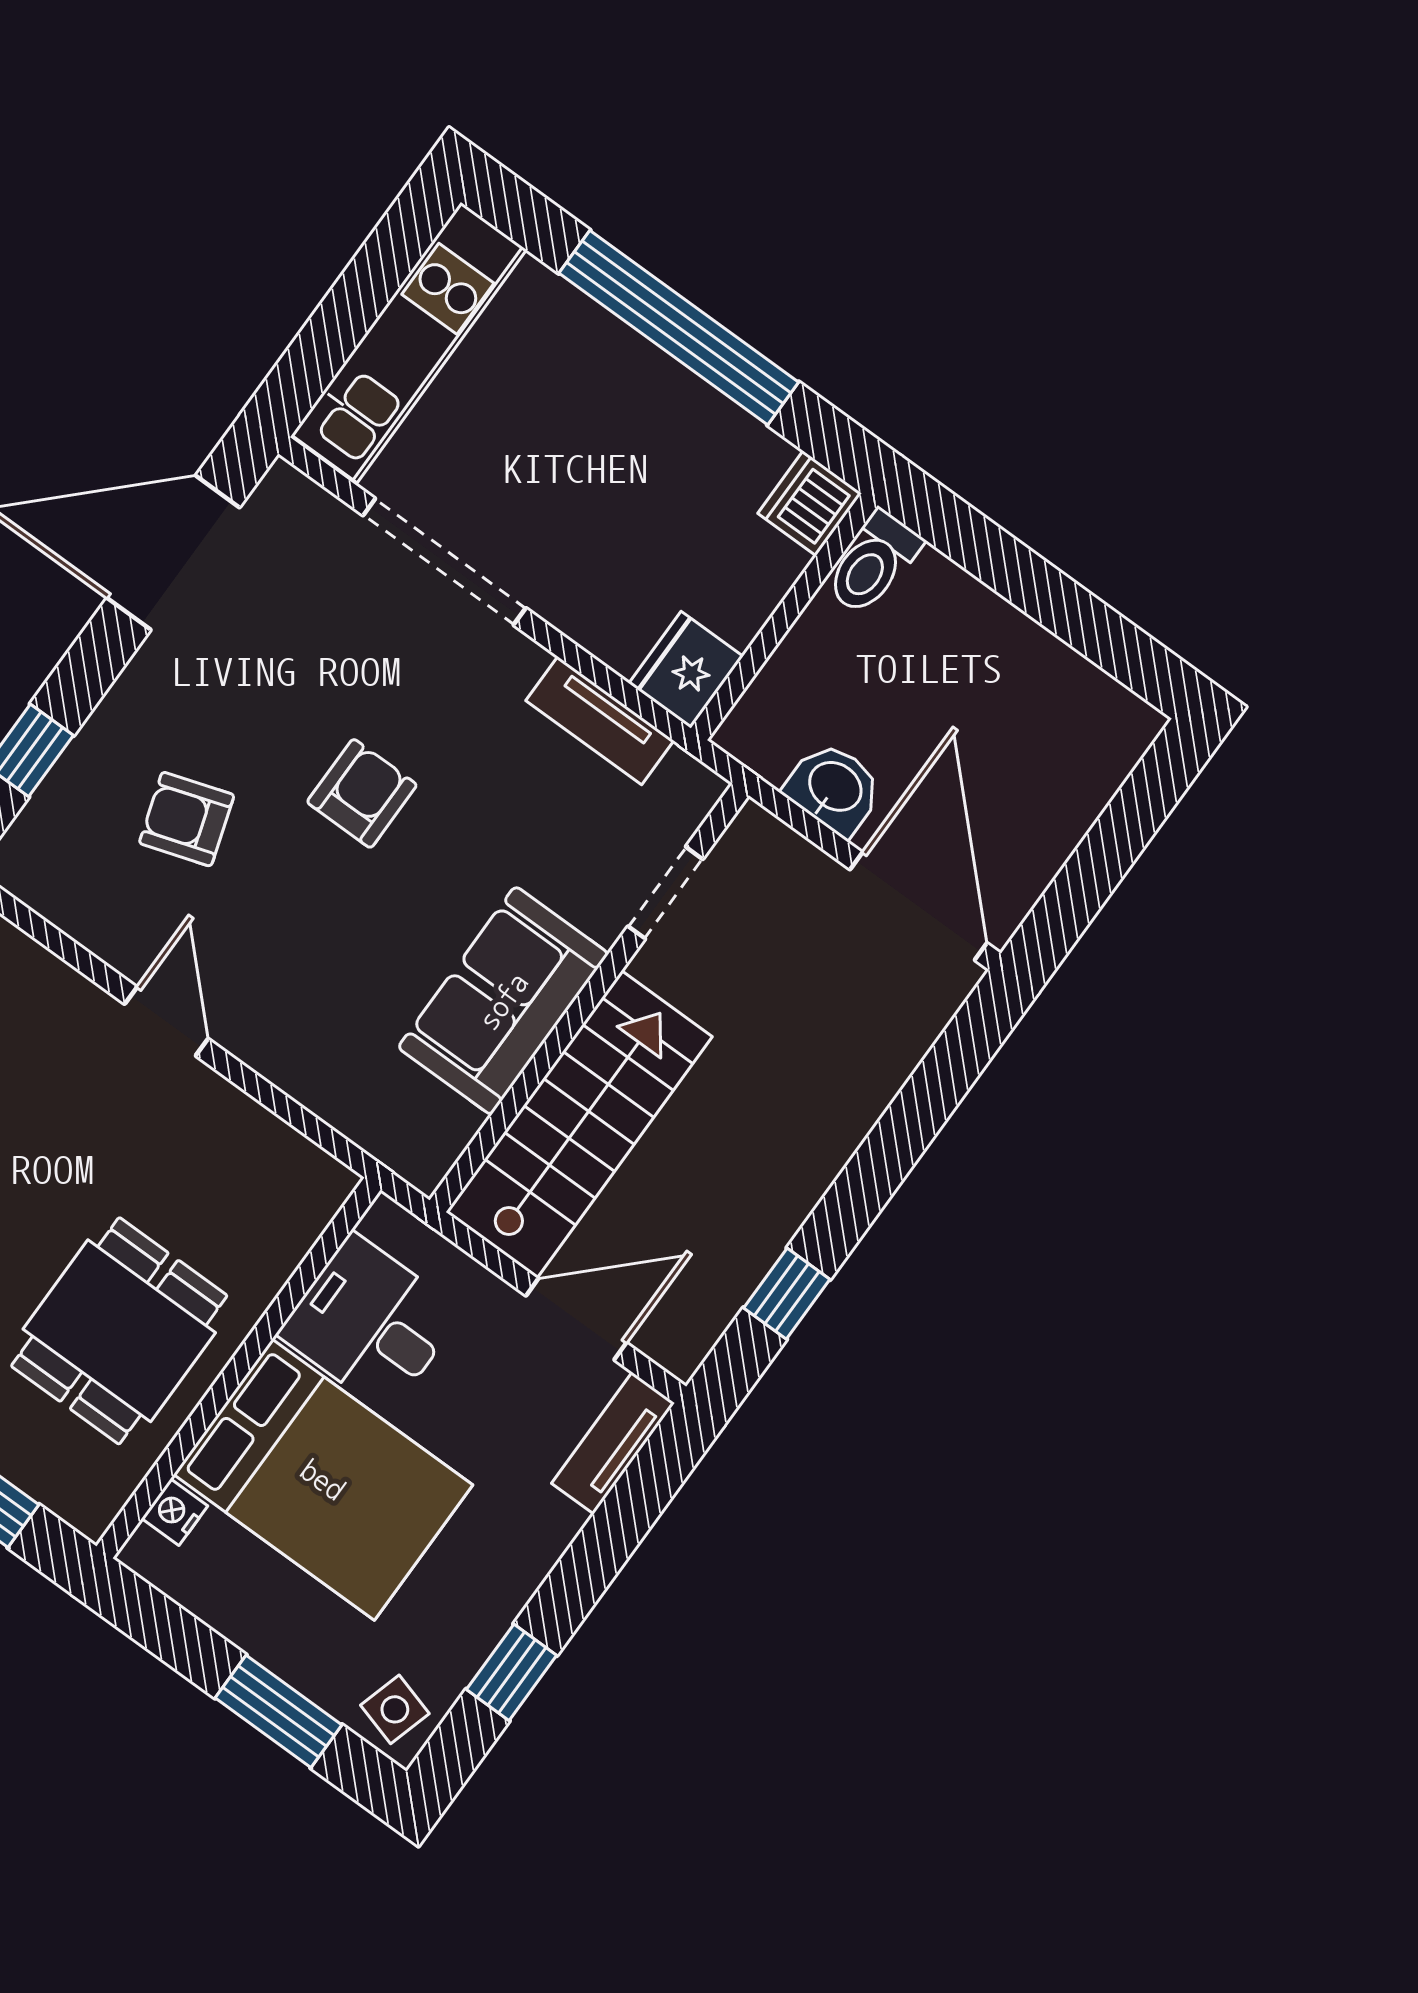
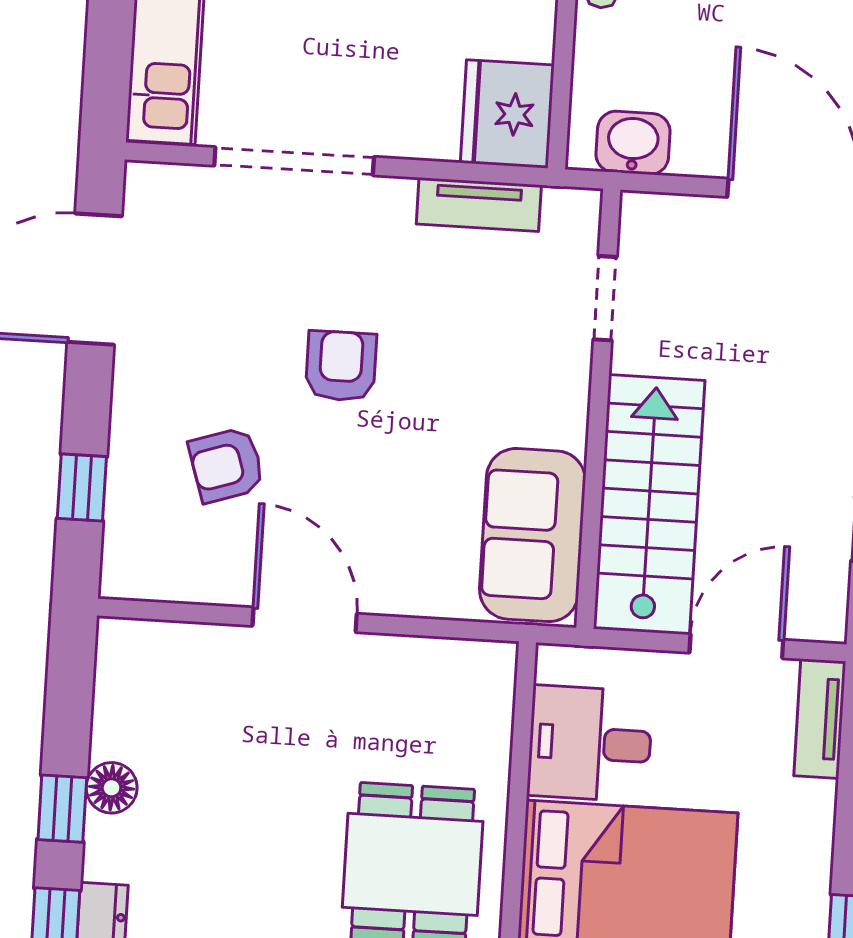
fridge: (686, 670) -> (507, 114), width x1.36, depth x1.34
washbasin: (834, 788) -> (633, 143), moved
sofa: (503, 1001) -> (533, 535), moved
door: (166, 1021) -> (305, 620), width x1.38

